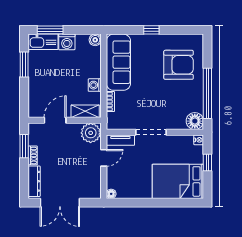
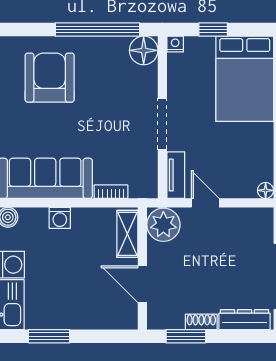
washing machine: (95, 85) -> (60, 218), moved

